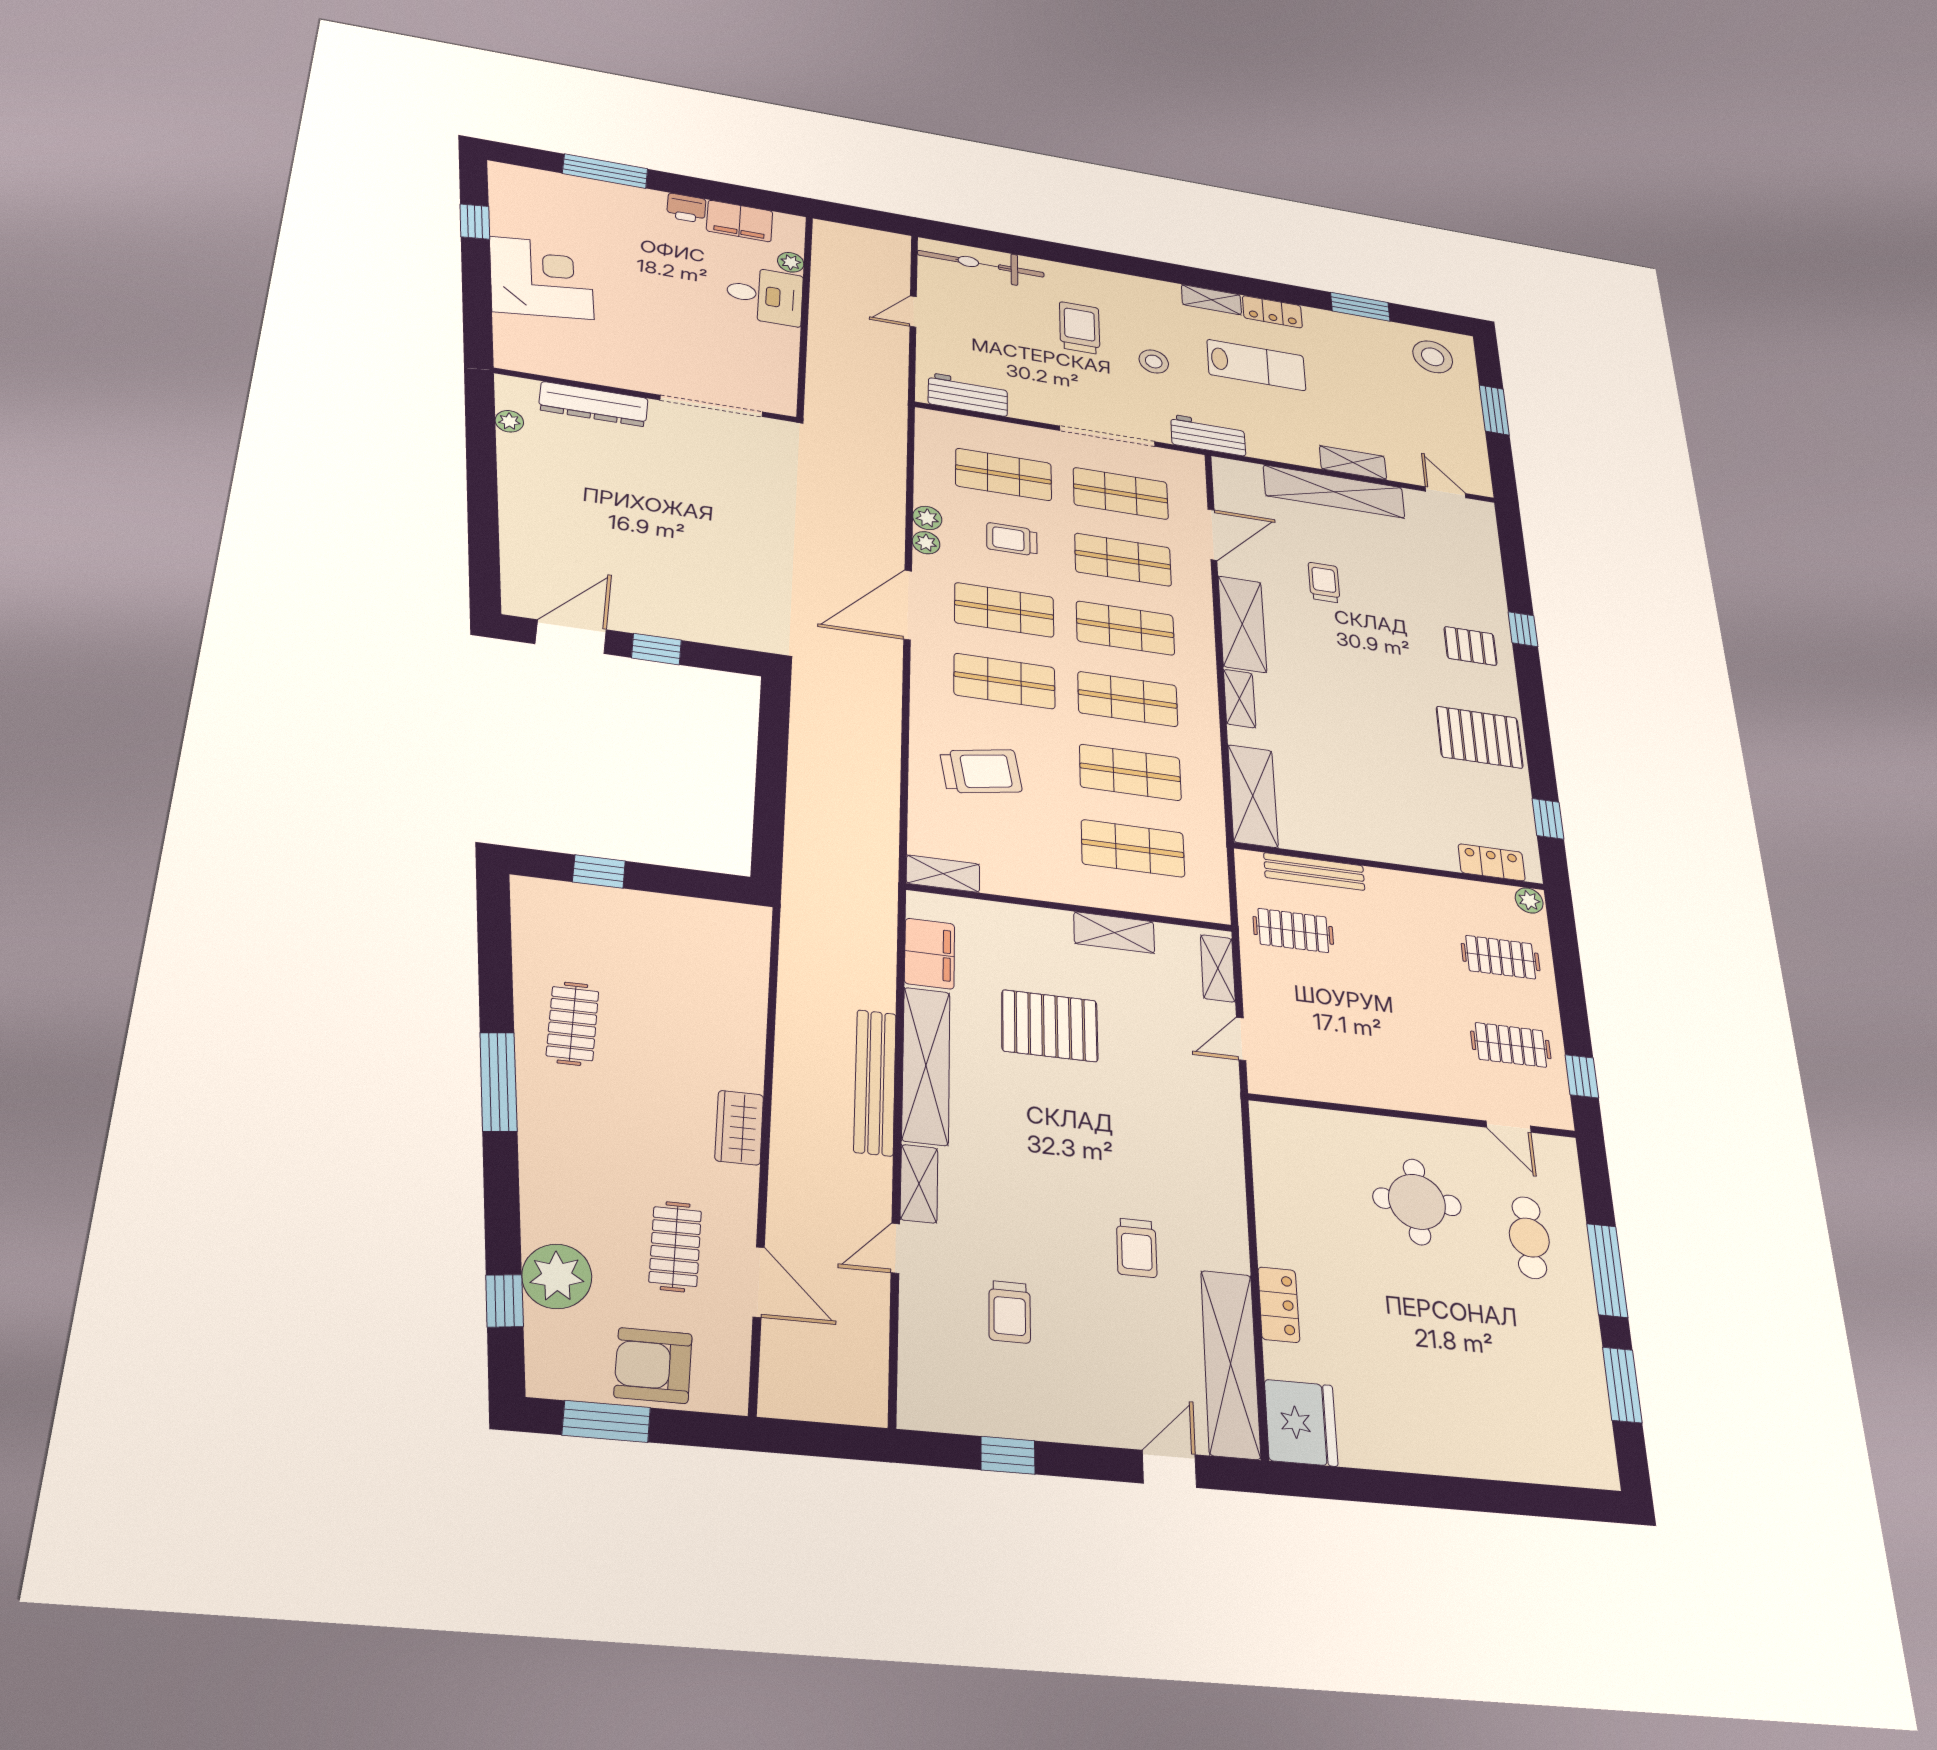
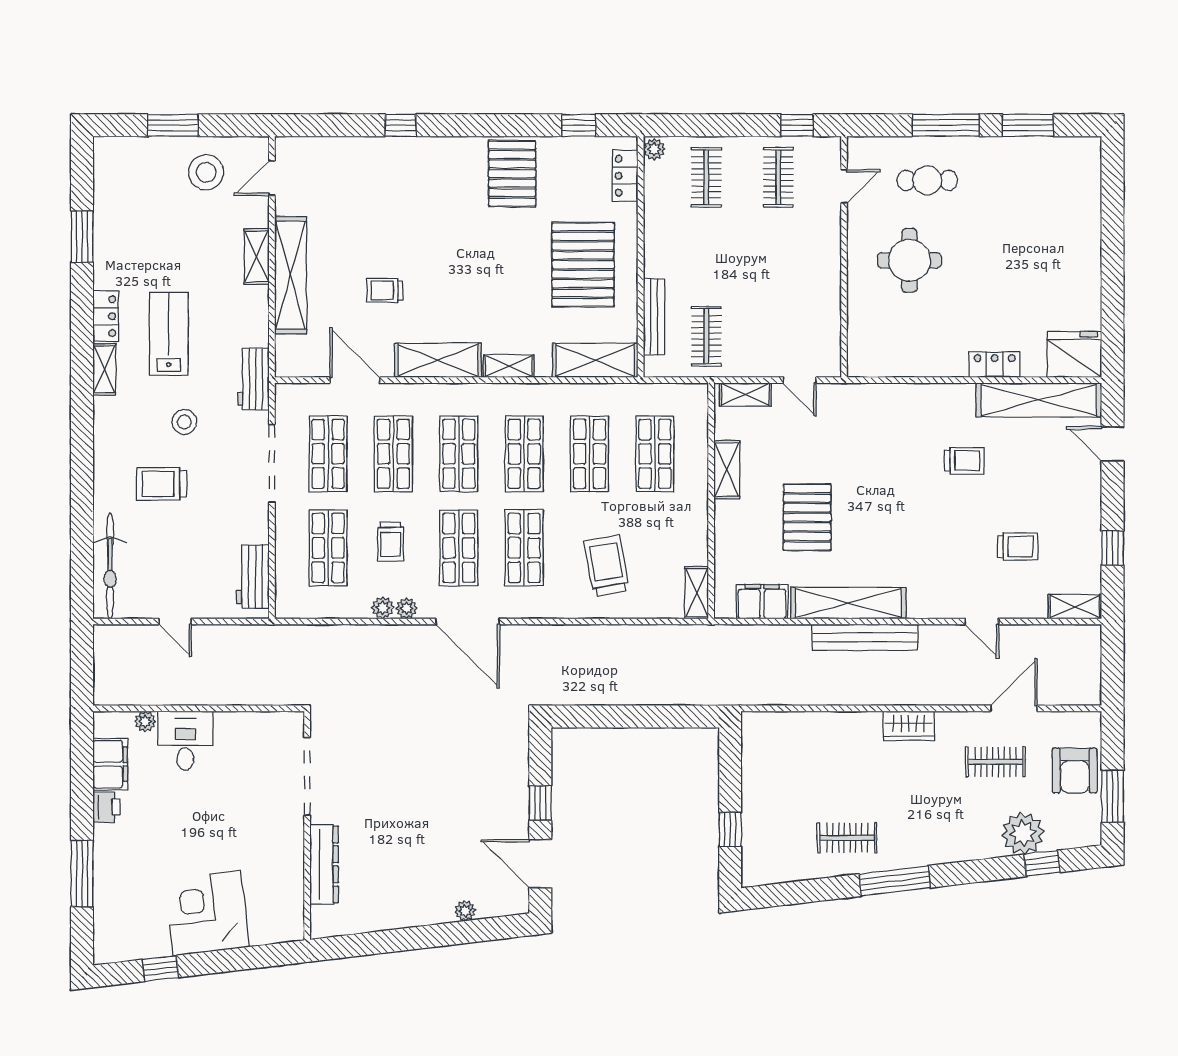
stool: (1433, 357) -> (206, 172), moved
plant: (509, 421) -> (465, 911), moved
pallet: (1470, 646) -> (583, 265), moved, width x2.05, depth x2.00
shelving: (919, 1184) -> (1075, 607), moved

